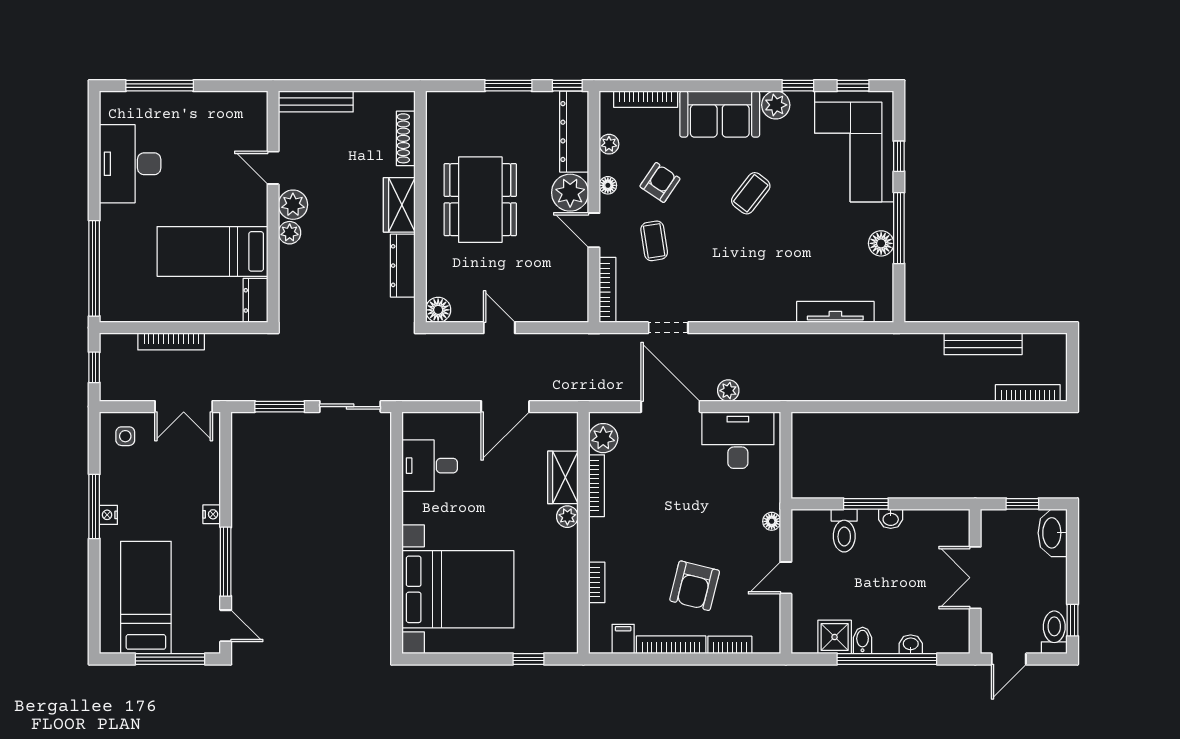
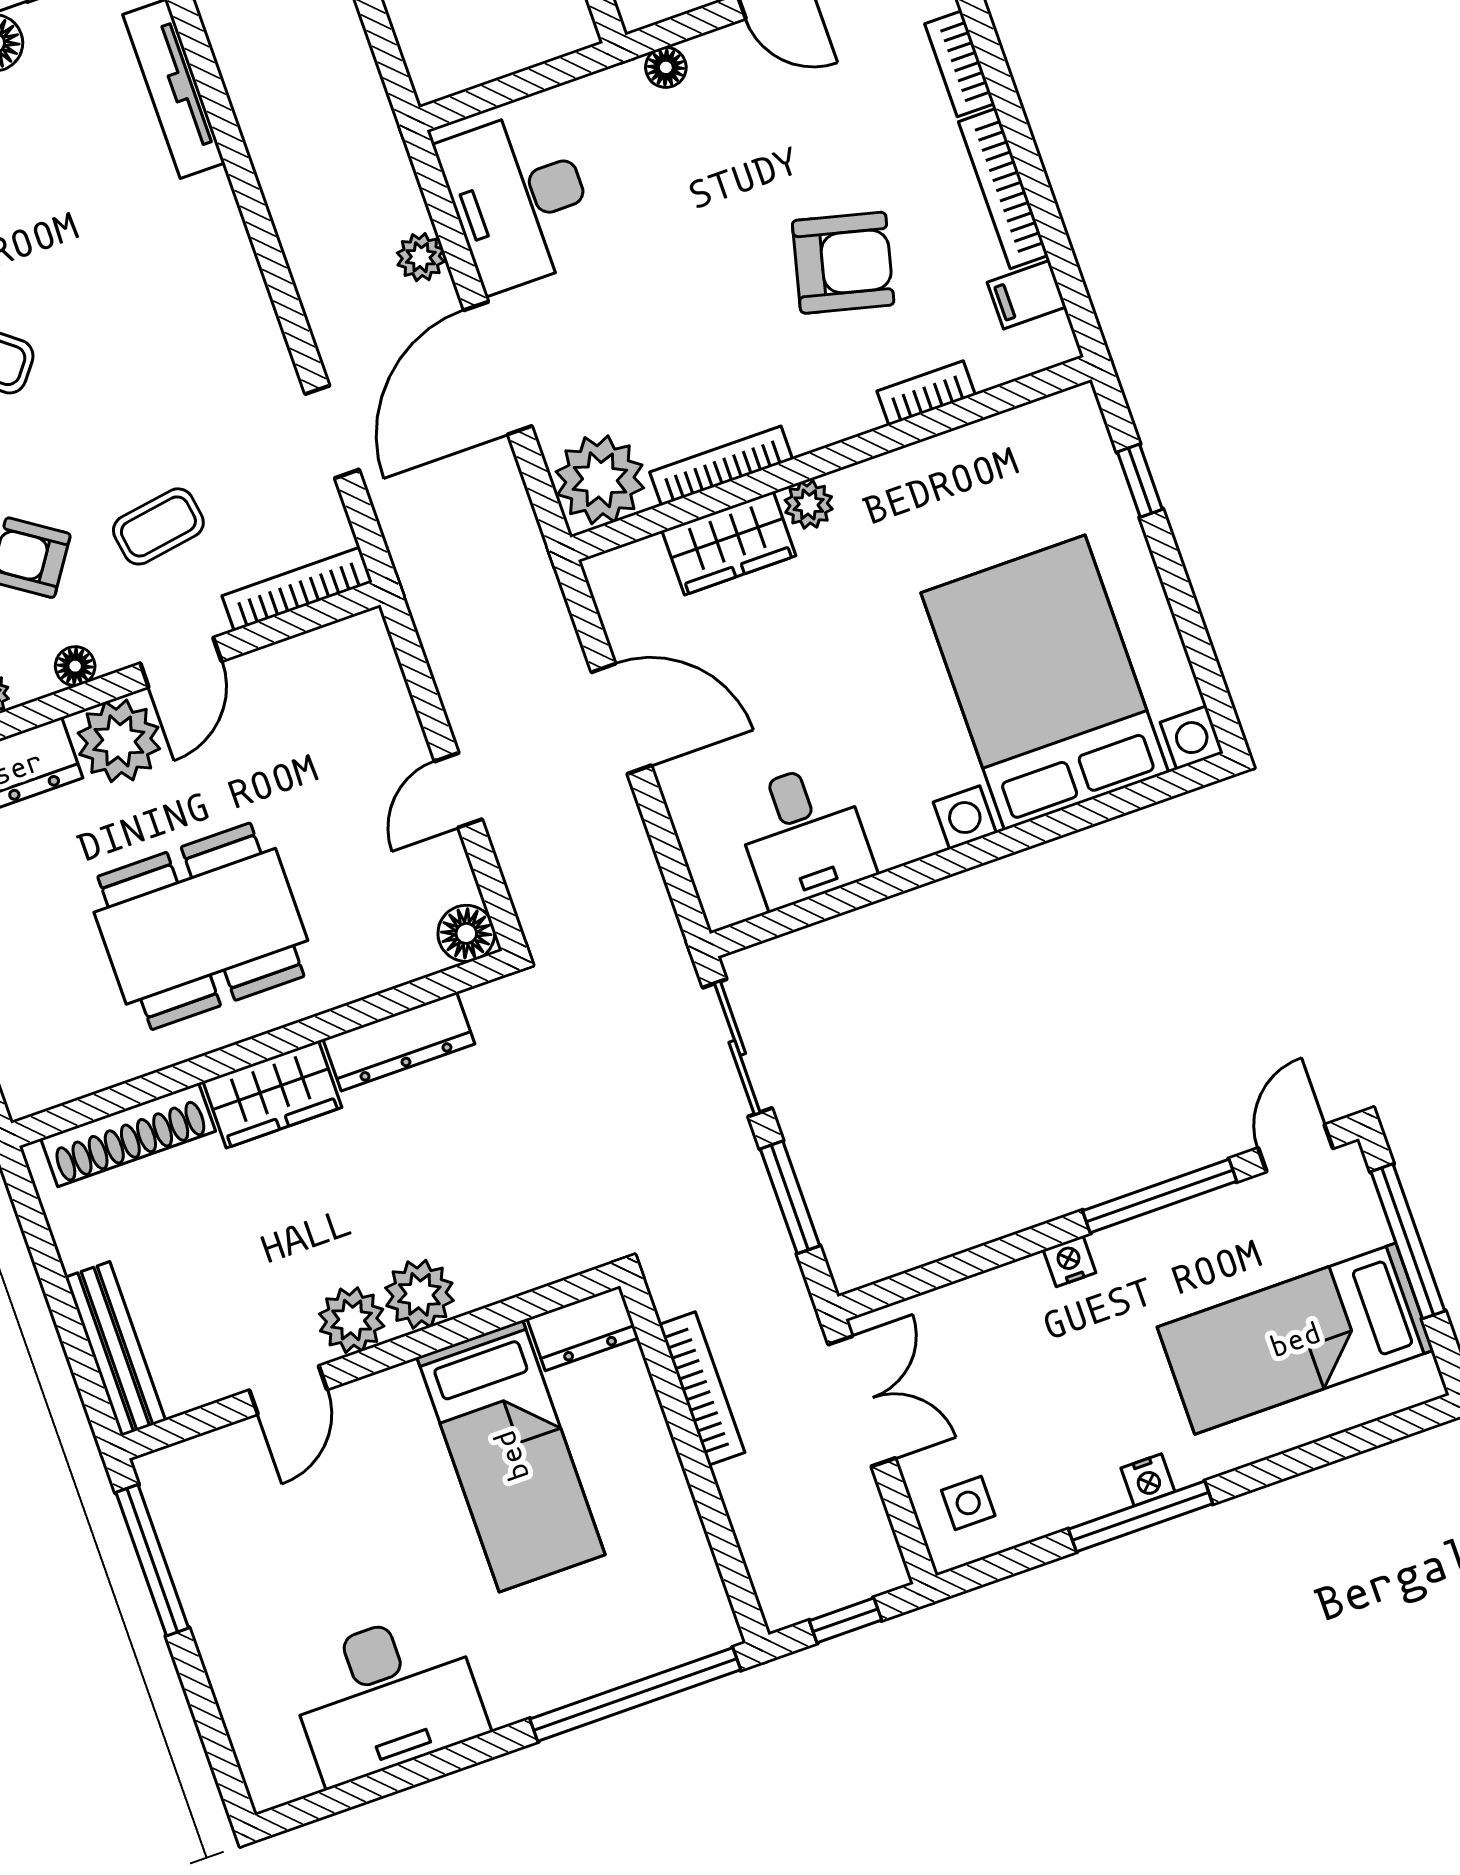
window: (160, 86) -> (152, 1560), moved
shoe rack: (406, 138) -> (128, 1135), width x1.36, depth x1.24
plant: (290, 233) -> (419, 1294), width x1.38, depth x1.38
bookcase: (171, 341) -> (702, 1389), moved
plant: (603, 438) -> (600, 480), width x1.36, depth x1.36
armchair: (695, 586) -> (843, 263), moved

